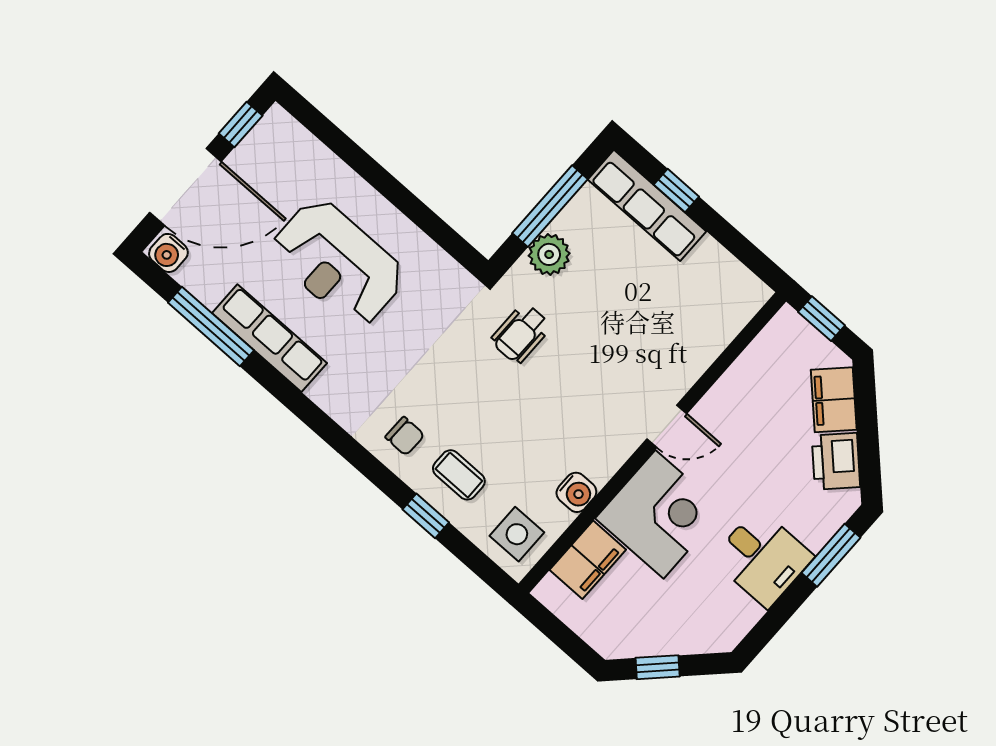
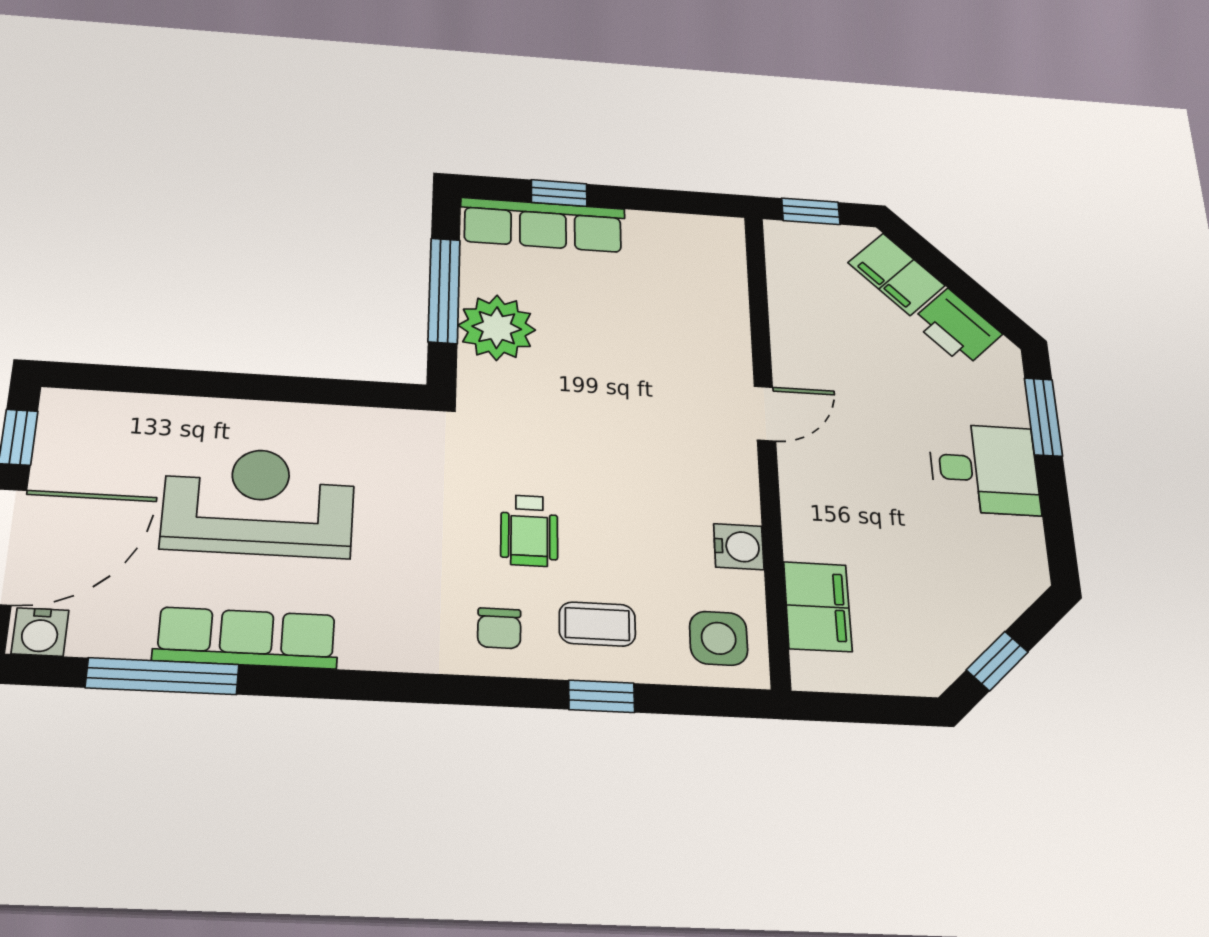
plant: (549, 254) -> (497, 328), width x1.36, depth x1.36
reception desk: (338, 263) -> (259, 502), turned 180
wheelchair: (521, 333) -> (529, 530), moved
chair: (405, 436) -> (499, 628), turned 89
corner desk: (659, 514) -> (843, 504), removed

